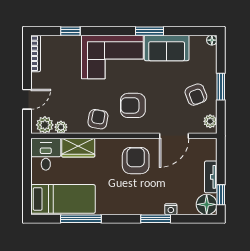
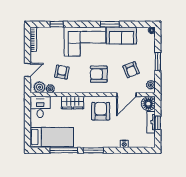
armchair: (196, 95) -> (131, 70), moved
armchair: (98, 119) -> (62, 72), moved
wardrobe: (78, 148) -> (73, 103), moved
window: (221, 195) -> (158, 123), moved
floor lamp: (207, 204) -> (148, 104), moved
window: (156, 219) -> (93, 150), moved

